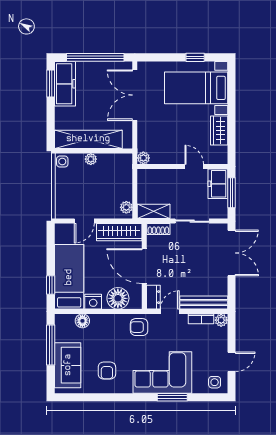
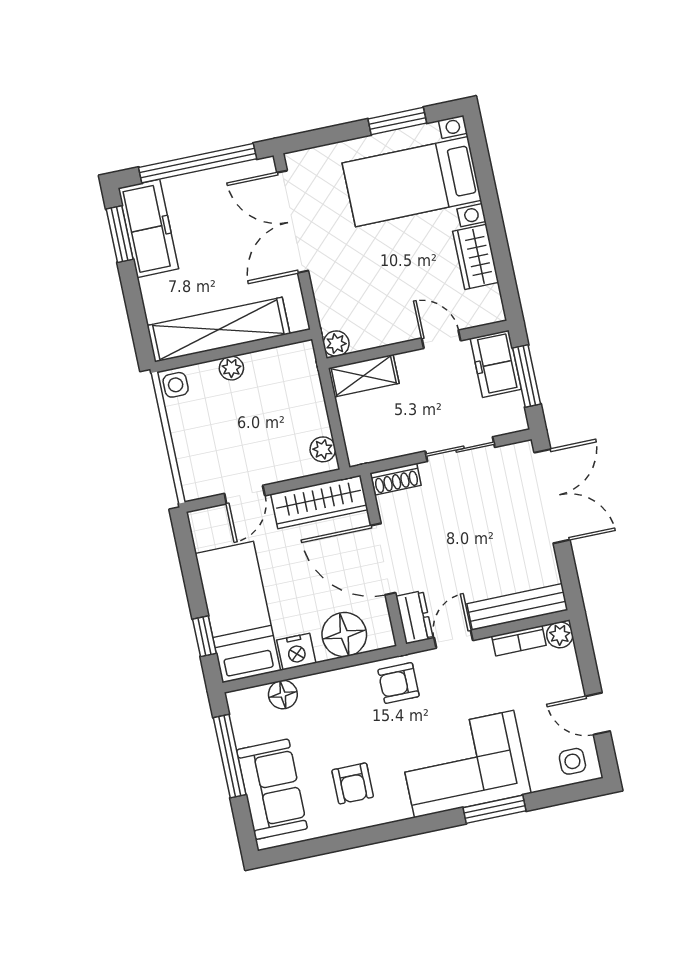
window: (195, 57) -> (397, 121), width x1.50
shelving: (154, 211) -> (364, 376), moved
door: (232, 362) -> (598, 714), swing flipped

